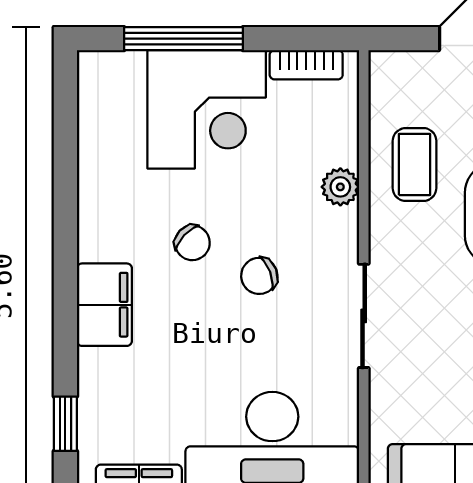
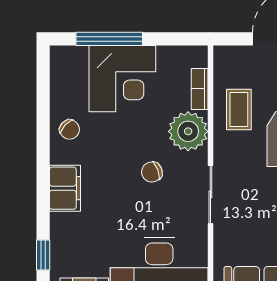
bookcase: (306, 65) -> (200, 89), moved, turned 90
plant: (340, 187) -> (188, 131), width x1.88, depth x1.88
chair: (192, 243) -> (70, 129), moved

